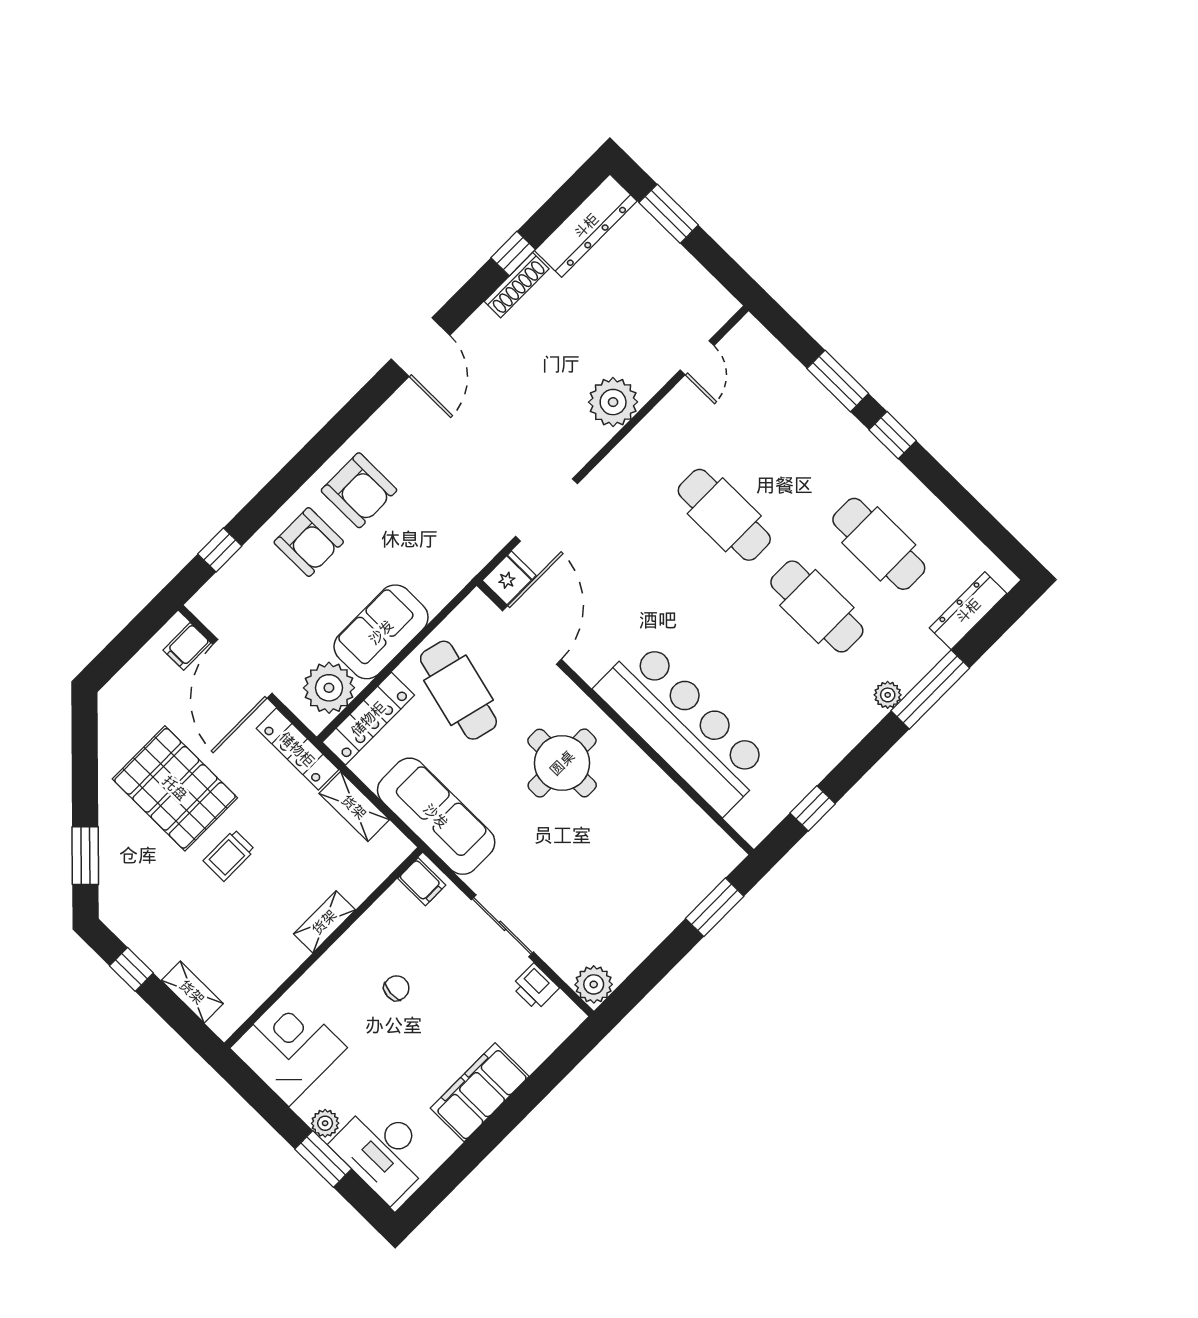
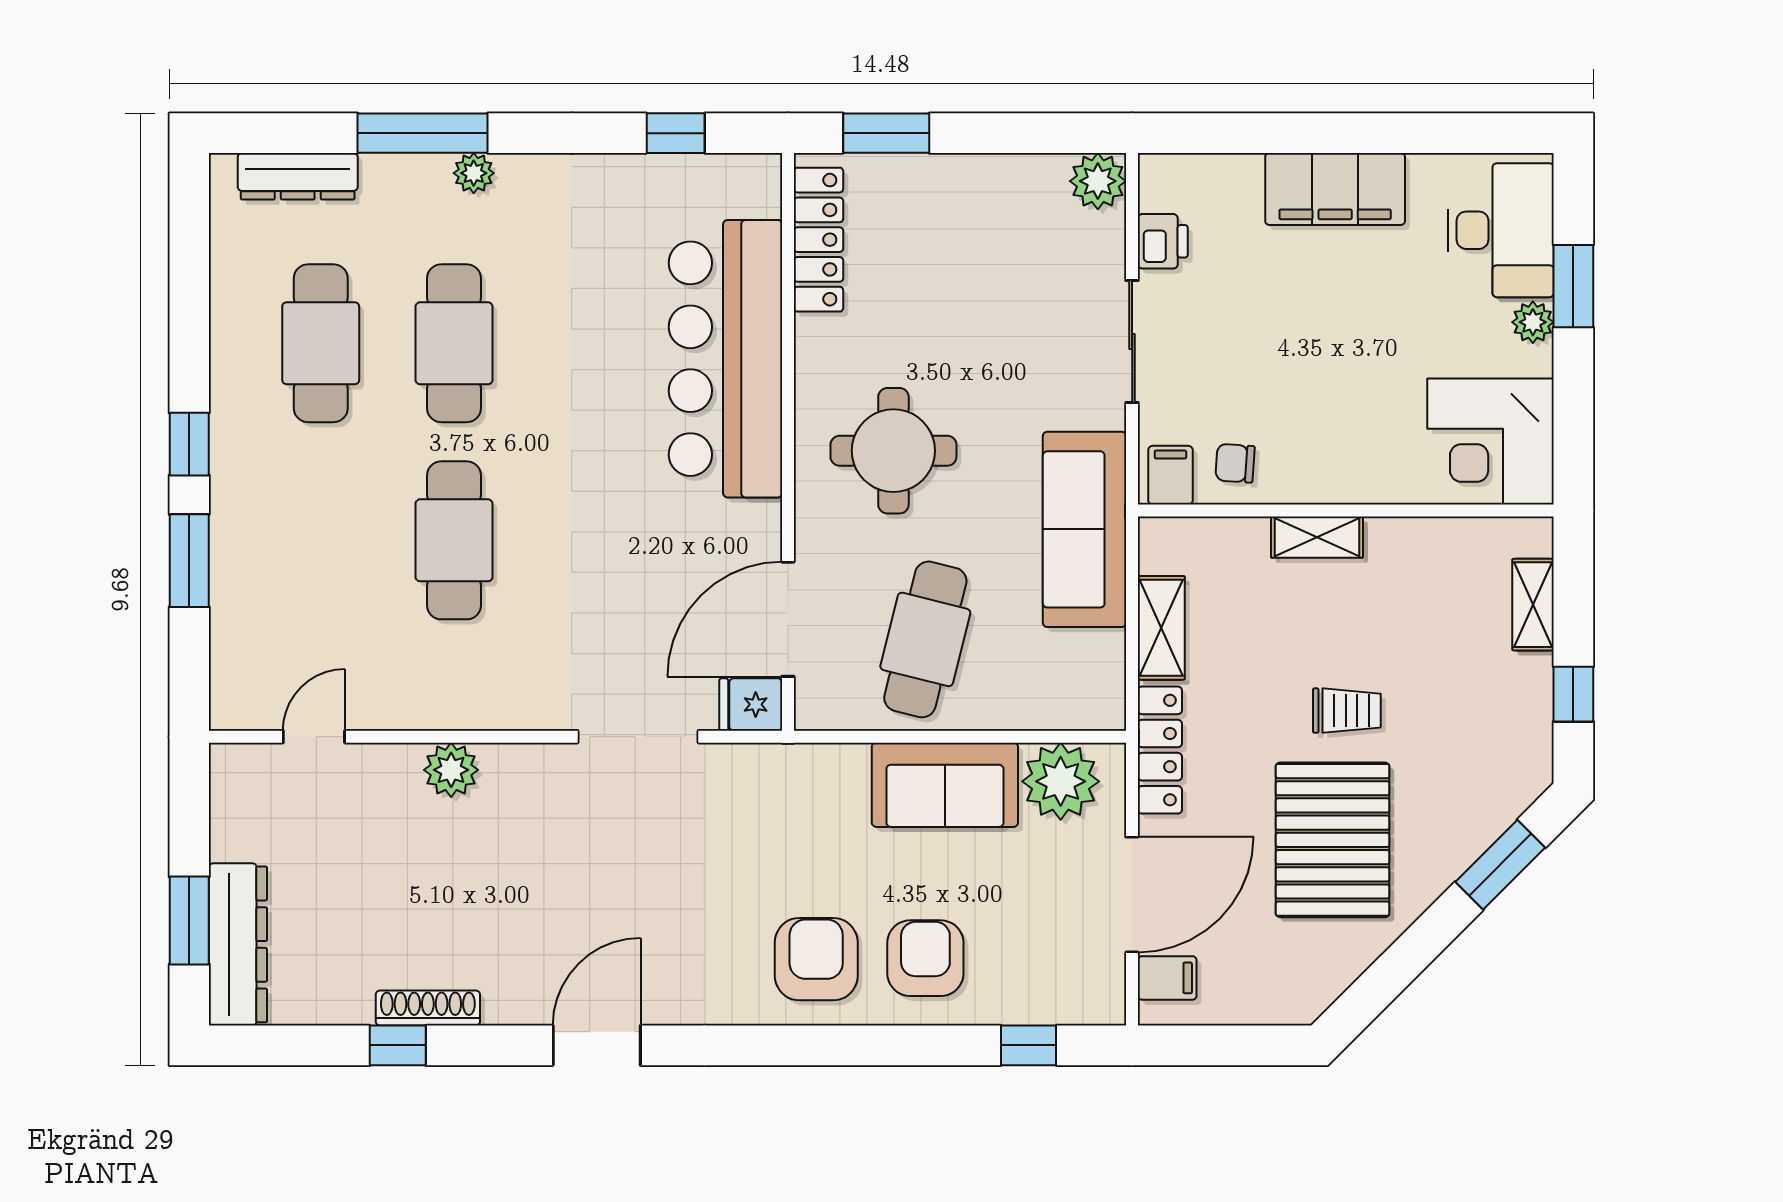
dresser: (586, 226) -> (238, 944), moved, turned 90
plant: (613, 402) -> (451, 770), width x0.73, depth x0.73
locker: (368, 719) -> (818, 240), moved, turned 90
chair: (397, 988) -> (1235, 463), moved

